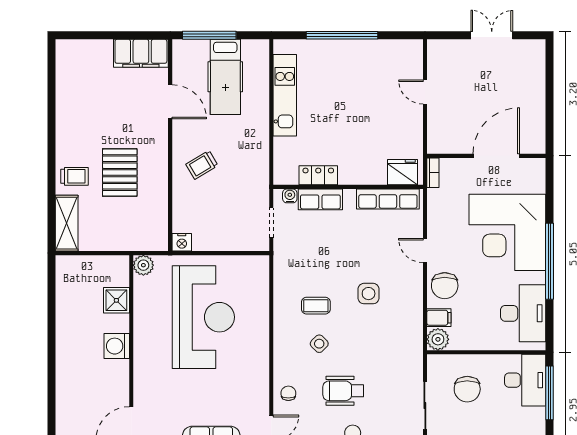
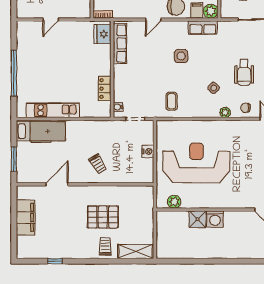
window: (209, 35) -> (14, 159), width x0.69
filing cabinet: (141, 53) -> (26, 217), moved
hospital bed: (225, 77) -> (41, 131), moved
window: (52, 99) -> (55, 261), added
row of seats: (320, 199) -> (203, 28), moved, turned 90
nightstand: (182, 242) -> (148, 151), moved
plant: (143, 265) -> (174, 202), moved
shower: (116, 300) -> (198, 219), moved
coffee table: (316, 306) -> (172, 101), moved
plant: (281, 362) -> (225, 112), added

